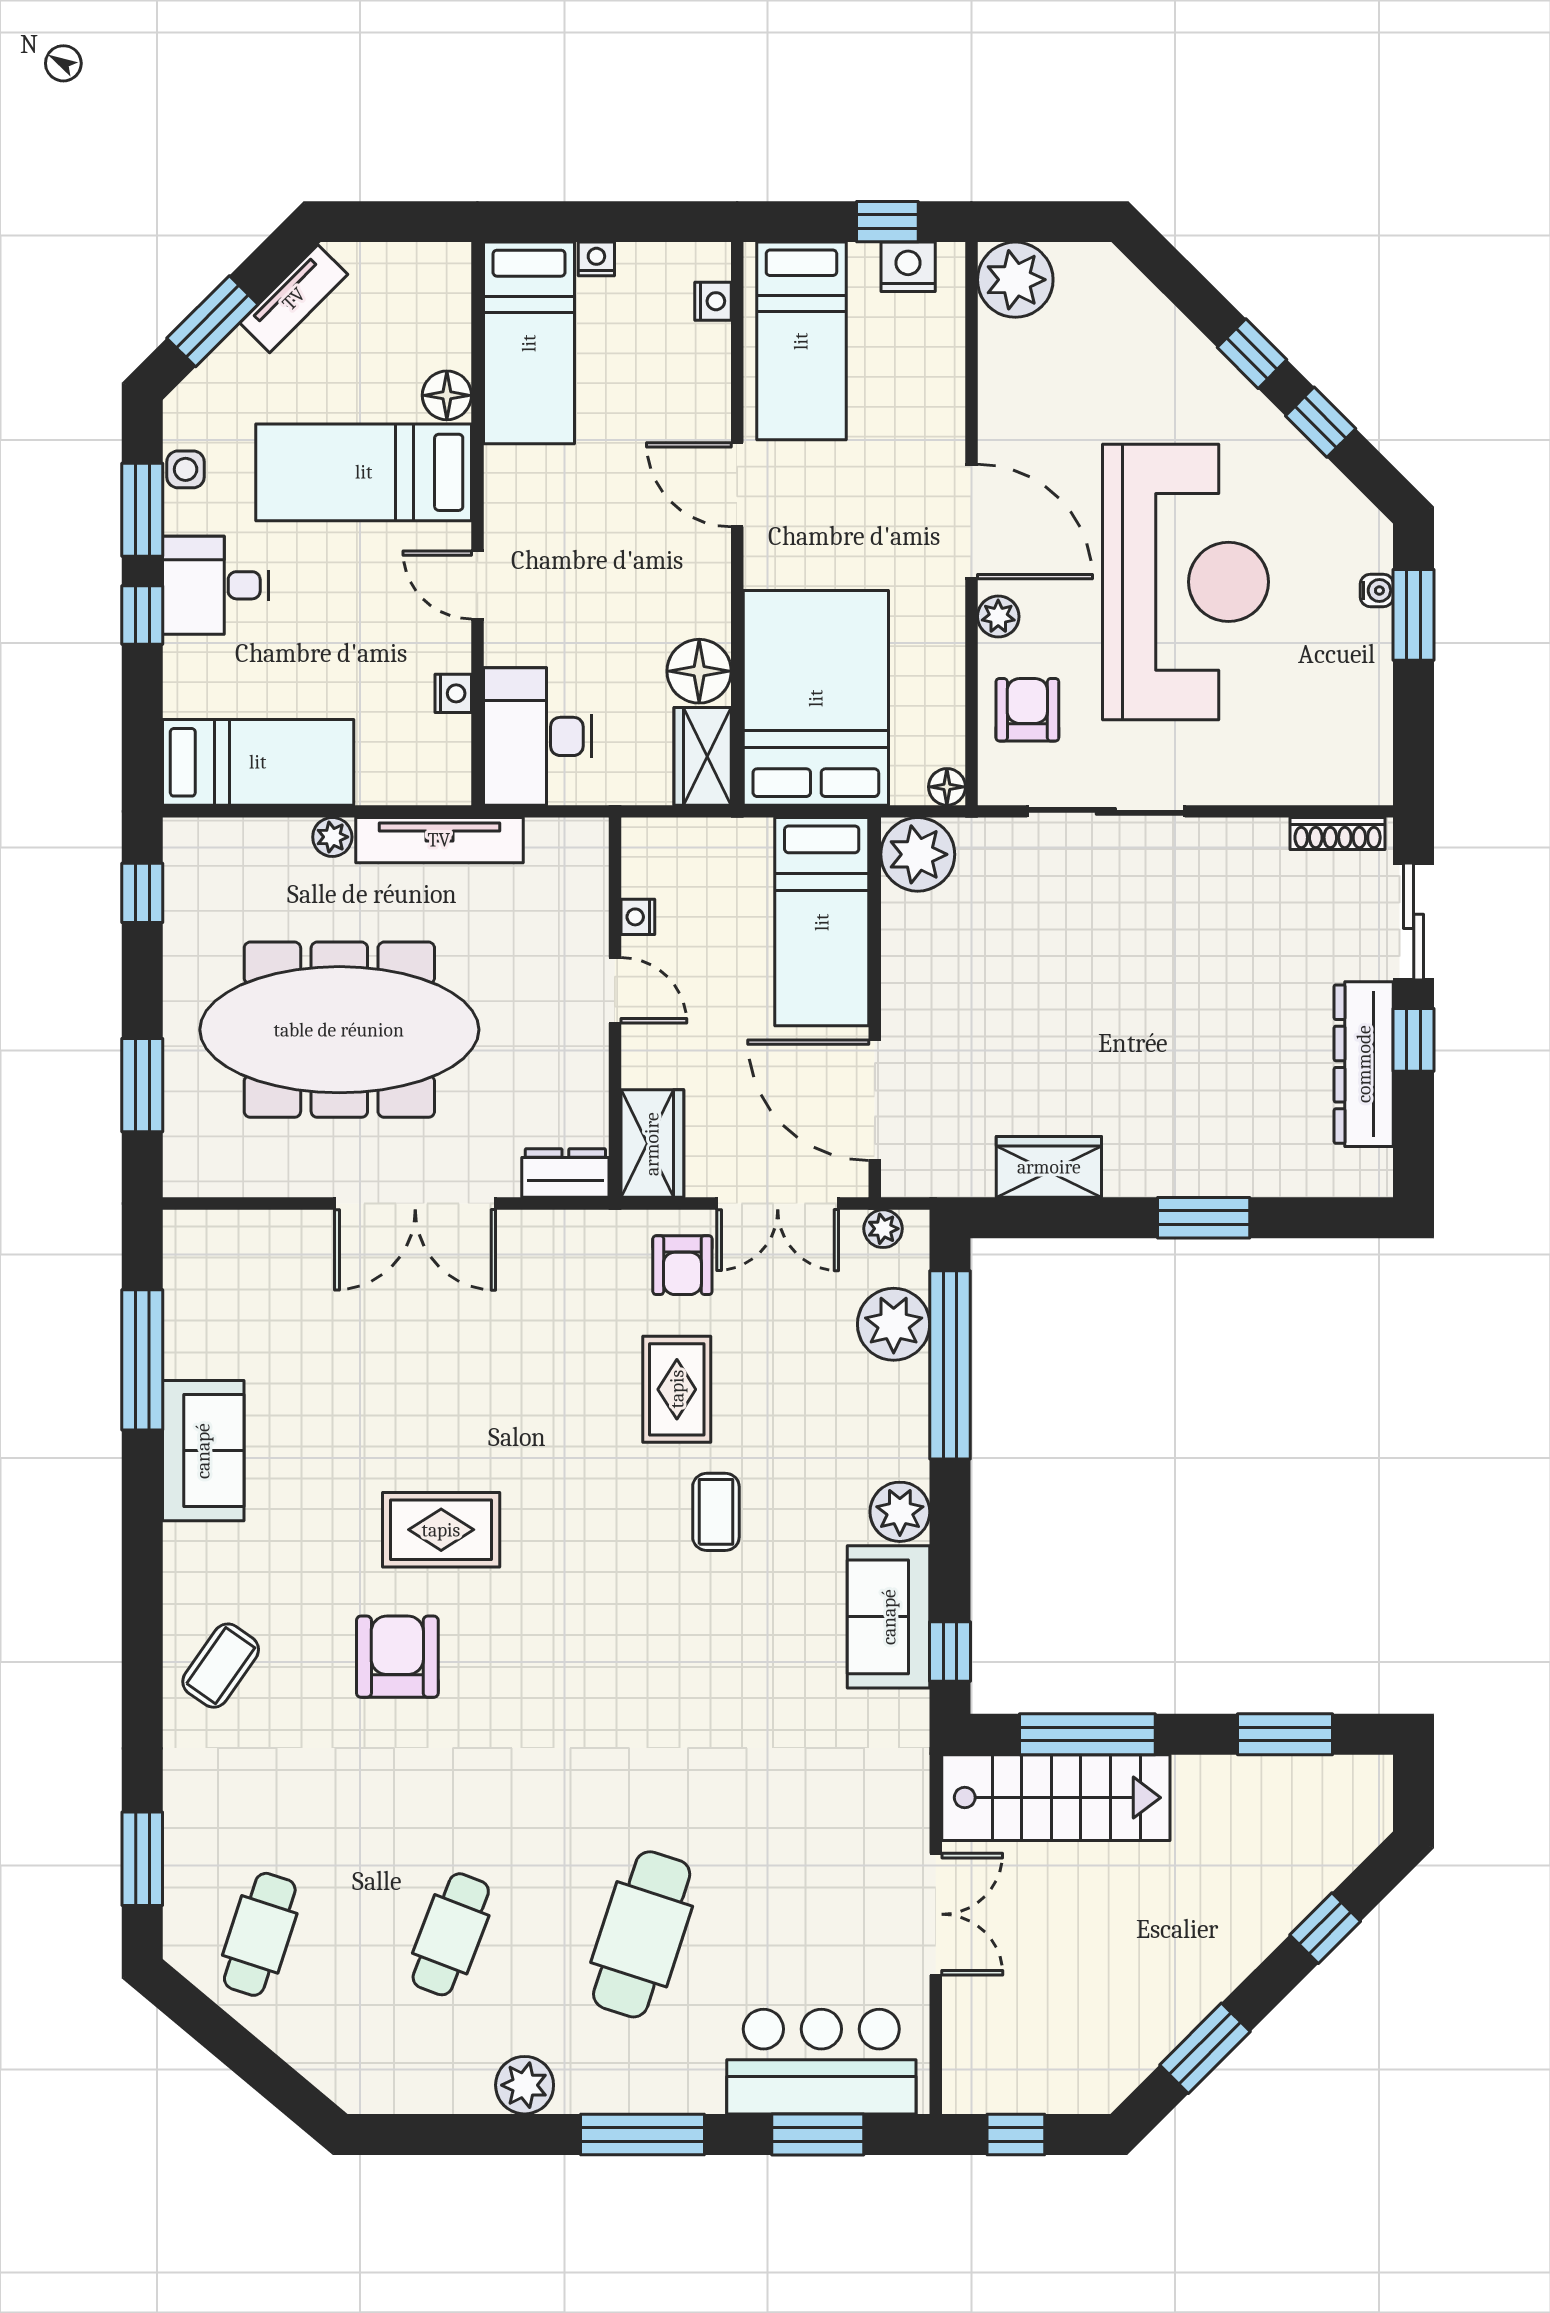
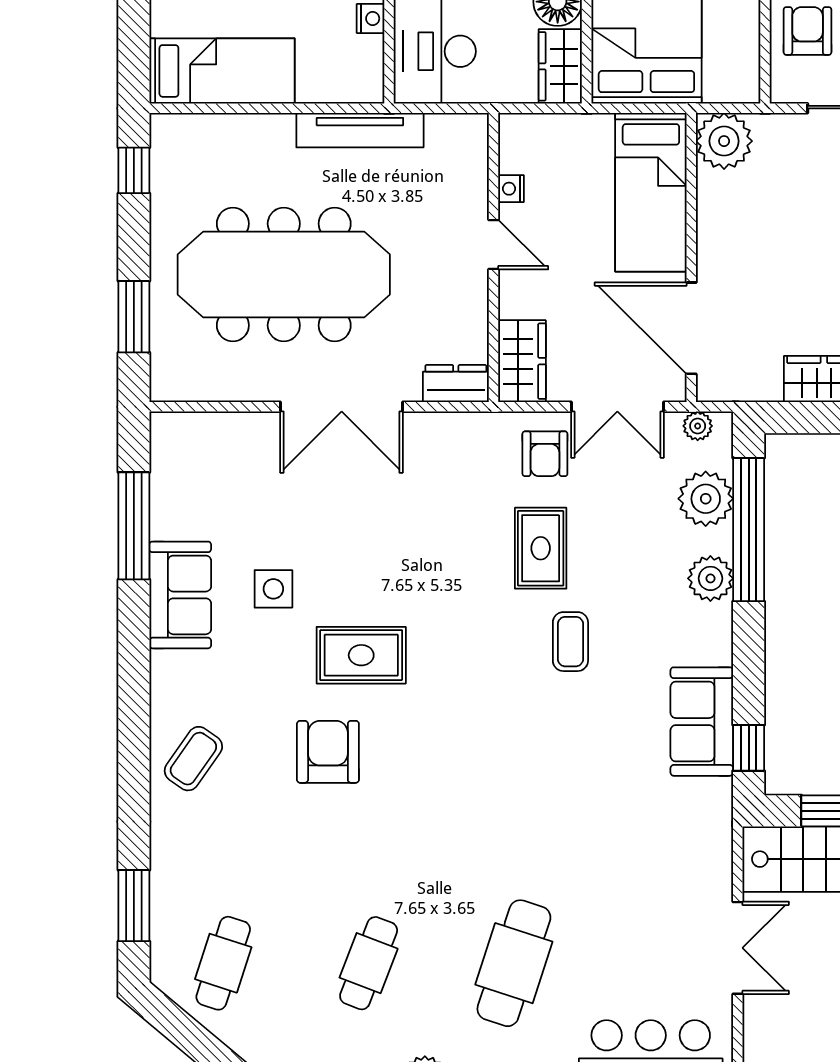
floor lamp: (947, 787) -> (746, 90), removed
plant: (332, 837) -> (278, 128), removed
side table: (326, 1443) -> (273, 589), added
plant: (900, 1512) -> (710, 578), moved

